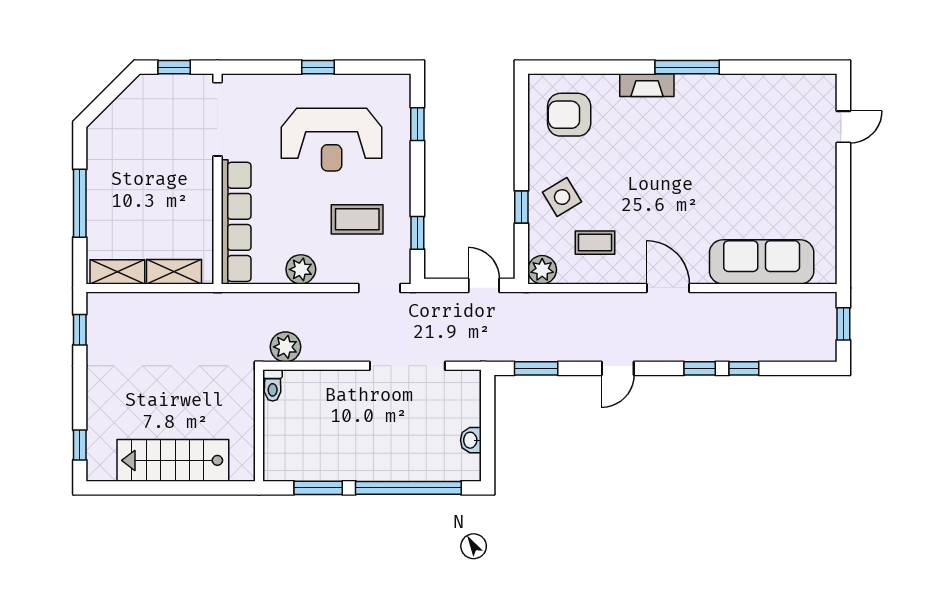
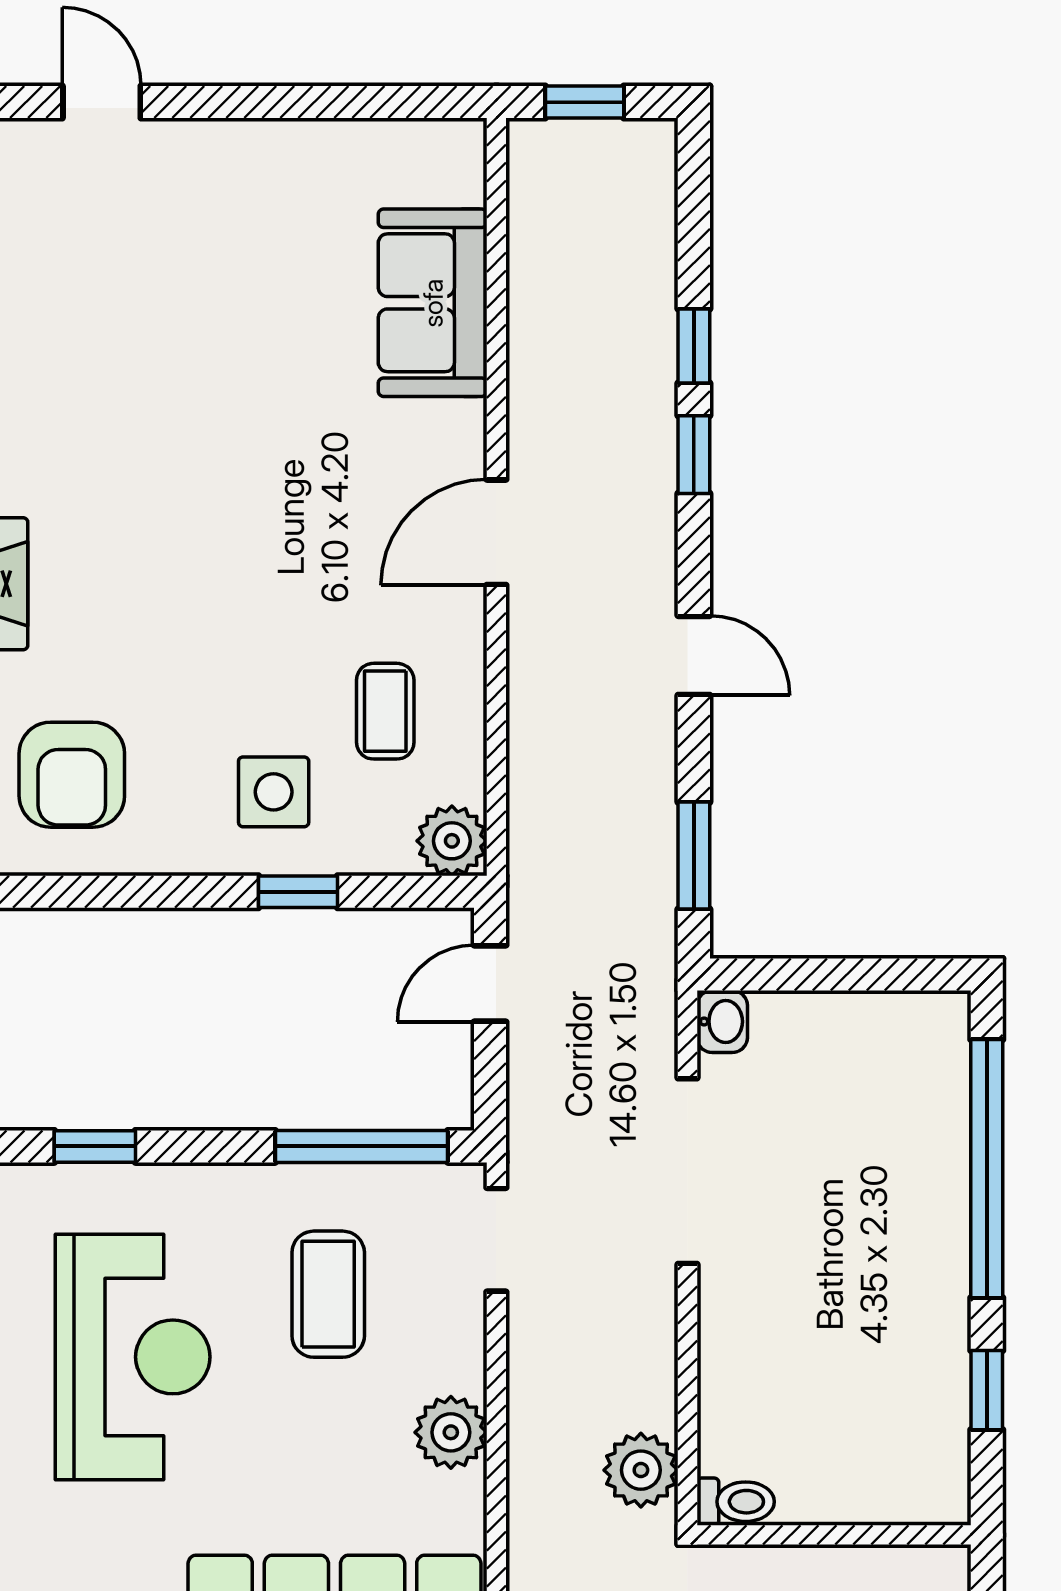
side table: (562, 197) -> (274, 792), turned 31
window: (417, 233) -> (362, 1146), width x2.17
sofa: (762, 262) -> (433, 303), width x0.73
washbasin: (471, 440) -> (722, 1022), moved, turned -90
window: (318, 488) -> (987, 1390), width x0.67

